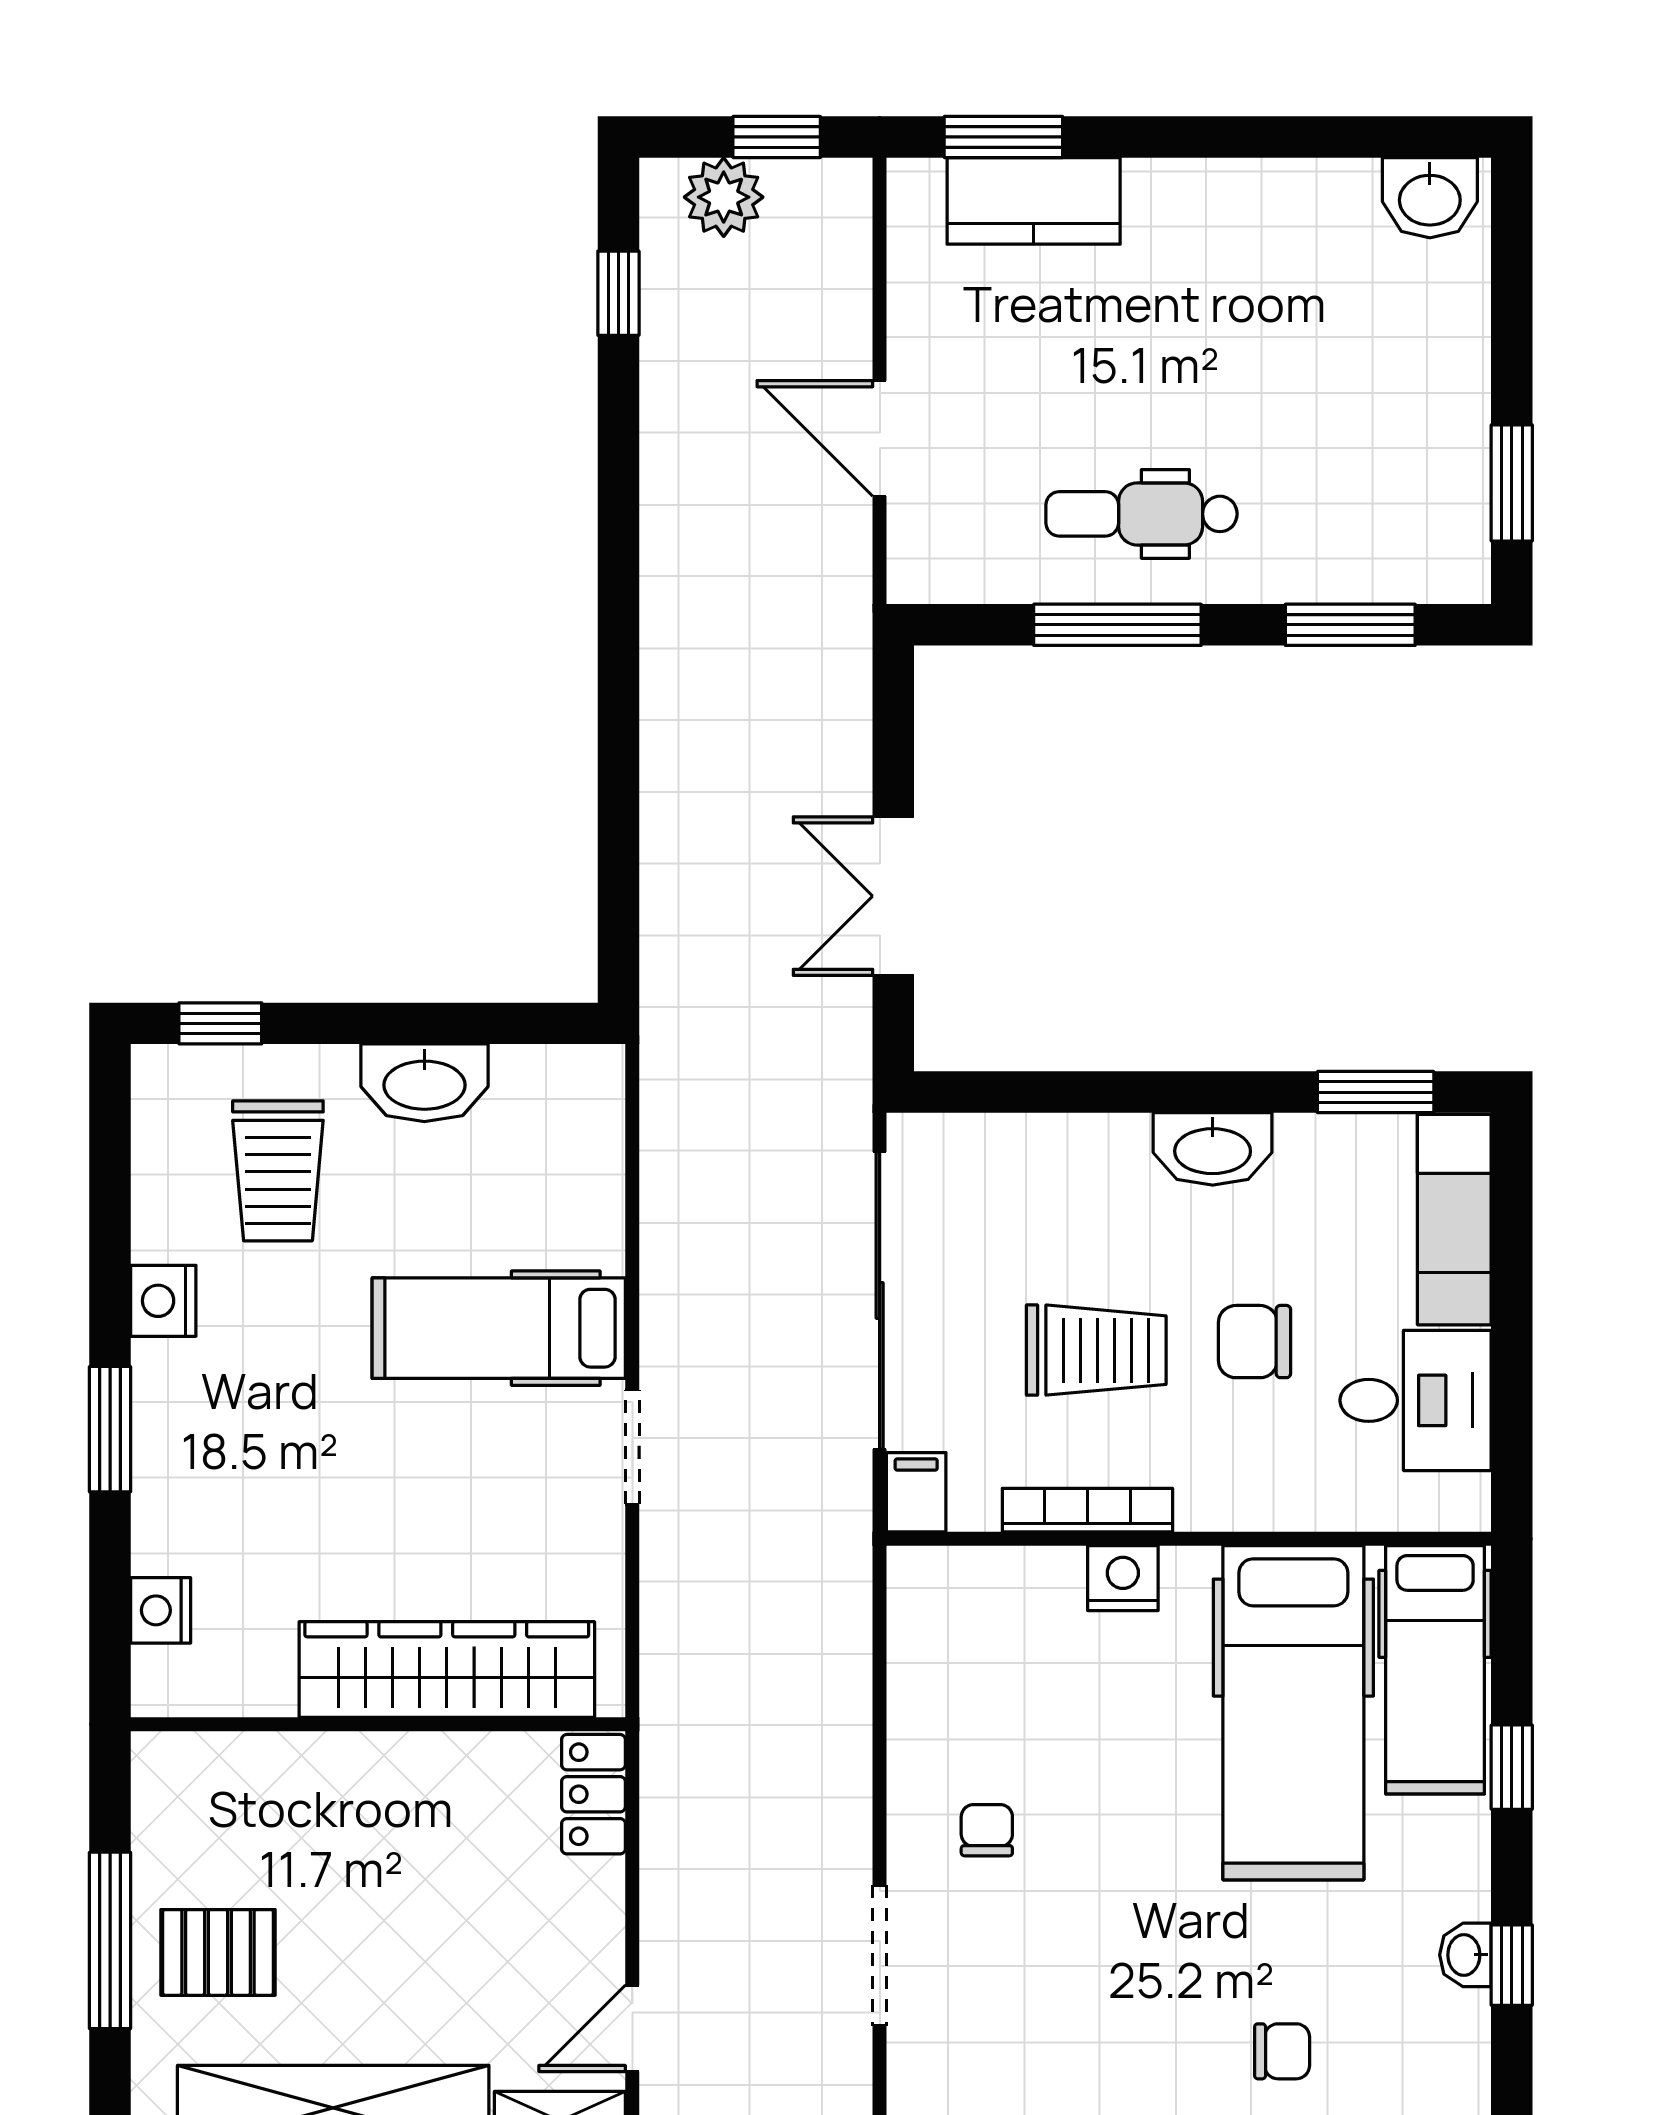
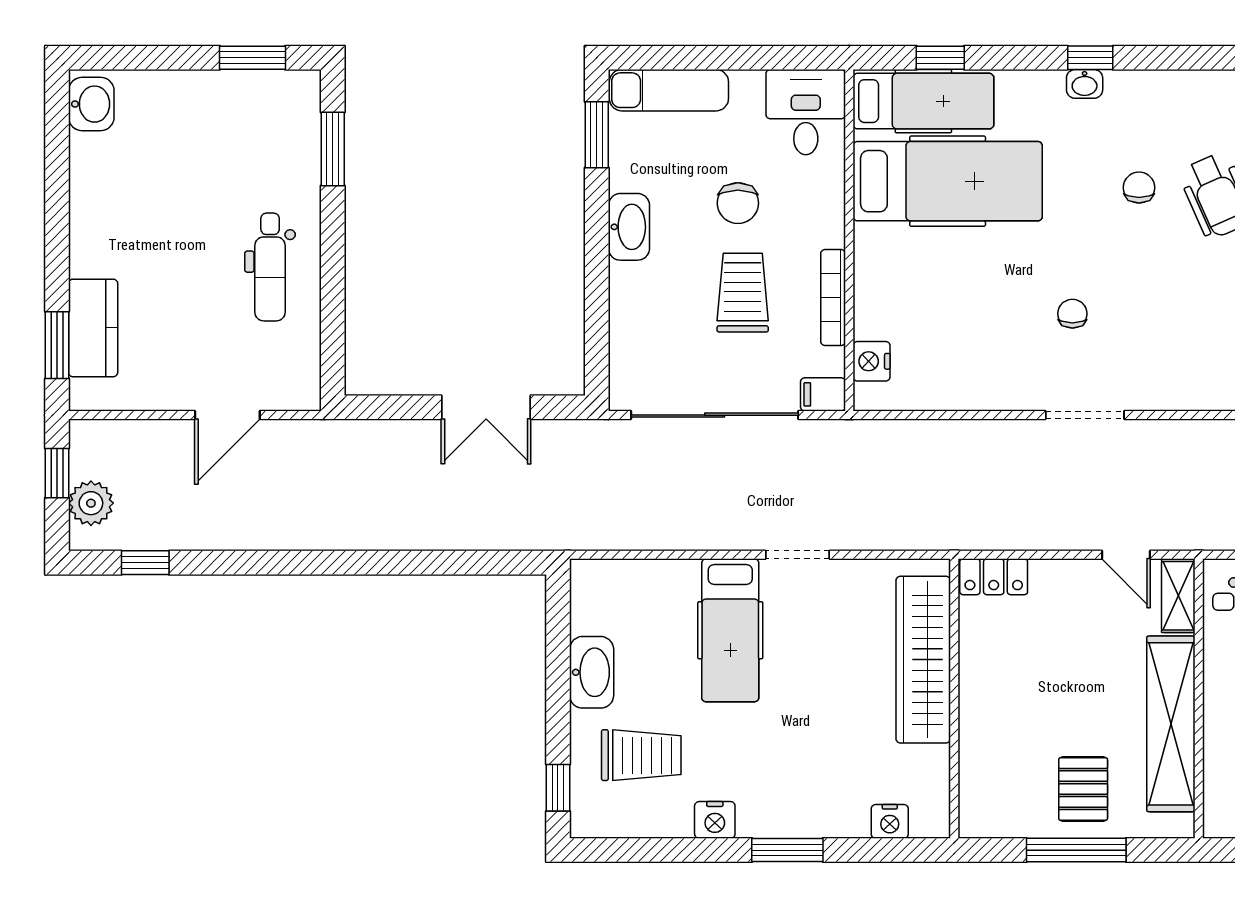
window: (1117, 625) -> (333, 281), removed
desk: (1416, 1400) -> (806, 112), moved
nightstand: (1123, 1578) -> (872, 361), moved
window: (1512, 1767) -> (940, 58), moved
chair: (987, 1830) -> (1072, 314), moved, turned 90

